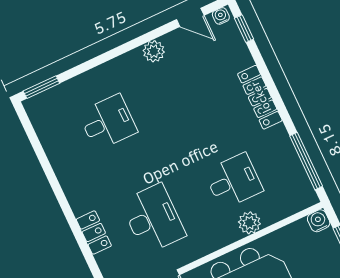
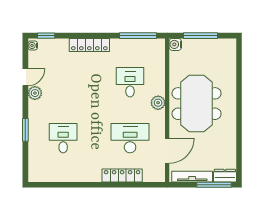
door: (190, 17) -> (25, 77), moved
window: (41, 87) -> (25, 130), moved
plant: (249, 223) -> (158, 103), moved
locker: (94, 233) -> (122, 175), width x1.53

